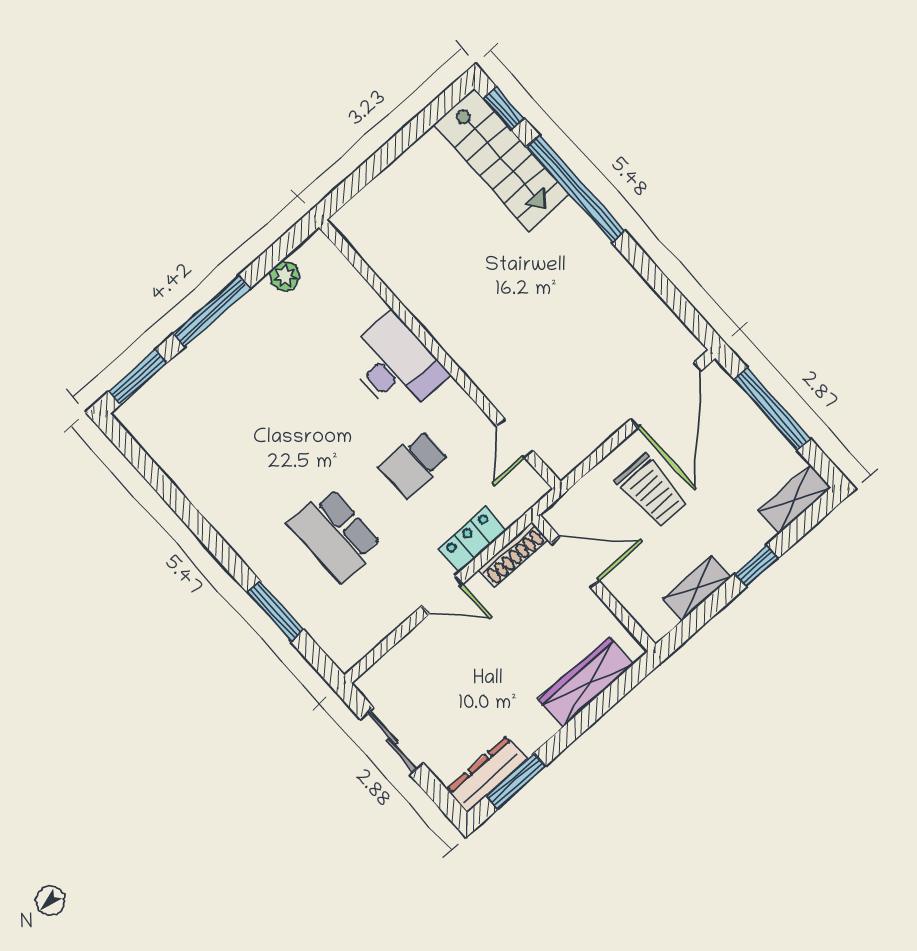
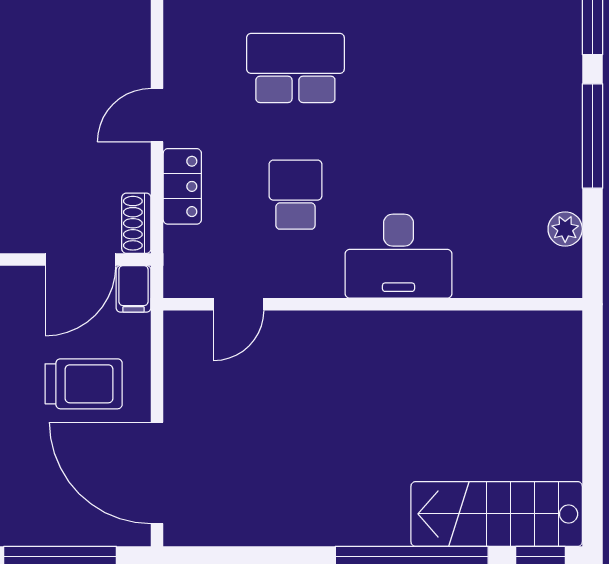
door: (515, 438) -> (239, 304), swing flipped
trolley: (651, 491) -> (84, 384), turned 180
filing cabinet: (564, 513) -> (134, 289), added
shoe rack: (513, 555) -> (136, 223), width x0.70

